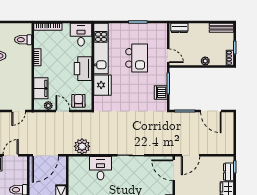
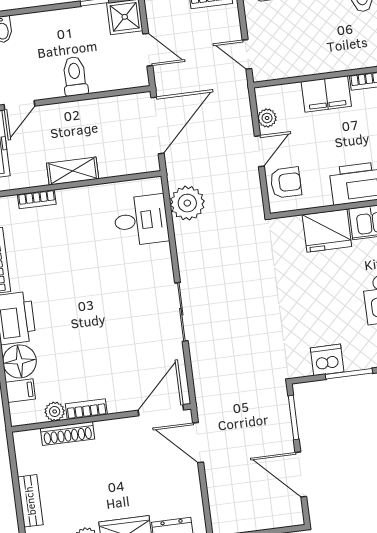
filing cabinet: (41, 88) -> (326, 94), moved
door: (211, 111) -> (301, 474), hinge flipped
door: (45, 155) -> (157, 125), swing flipped
desk: (100, 168) -> (141, 220), moved

